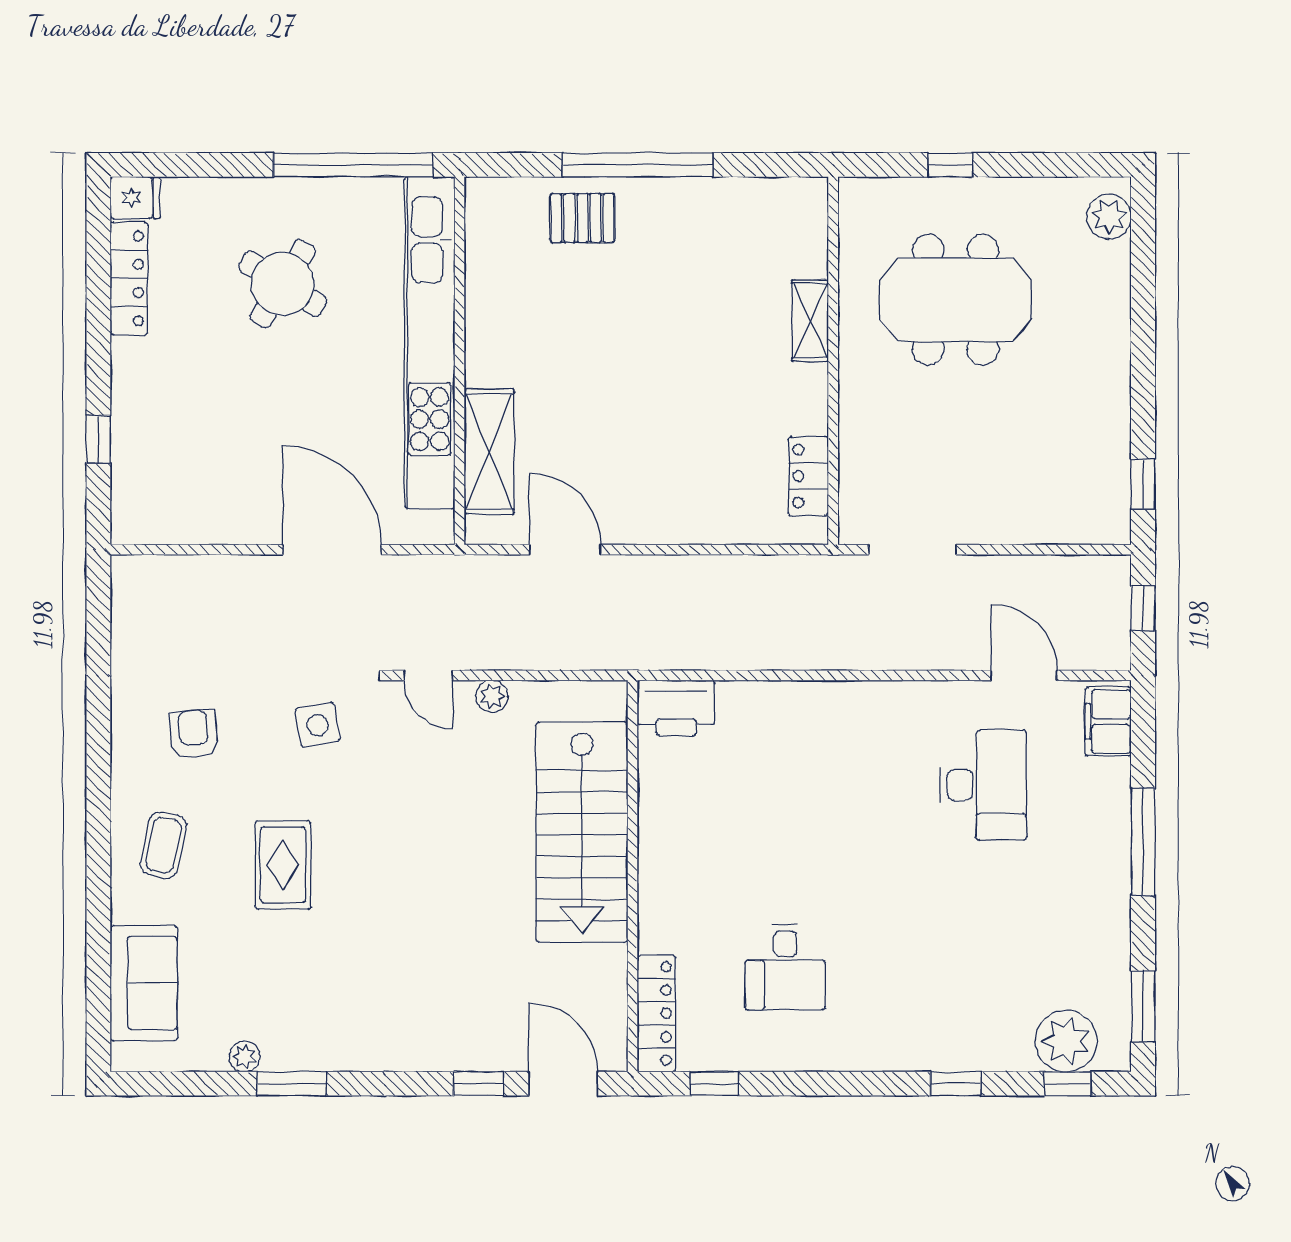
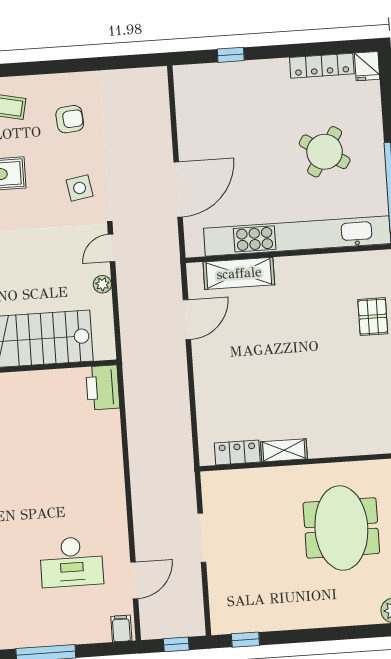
shelving: (810, 320) -> (284, 450), moved
doorway: (913, 550) -> (202, 538), moved
filing cabinet: (1108, 722) -> (121, 629), width x0.50

